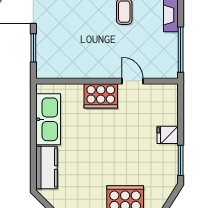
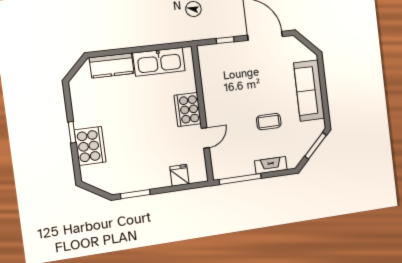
window: (33, 48) -> (225, 40), width x0.67
fridge: (168, 135) -> (179, 175), moved

